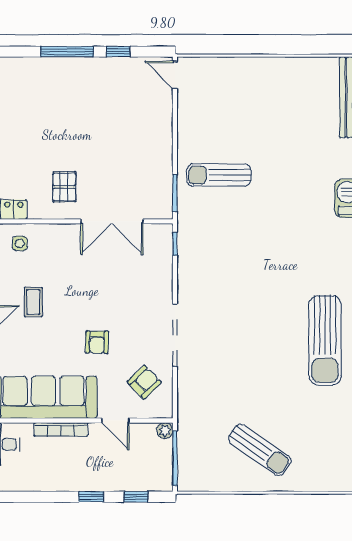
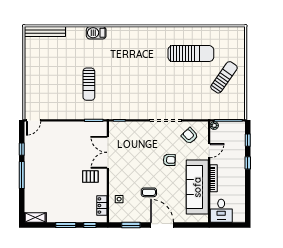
sun lounger: (219, 175) -> (89, 84), moved
double door: (112, 221) -> (108, 152), swing flipped
sun lounger: (325, 340) -> (191, 54), moved

